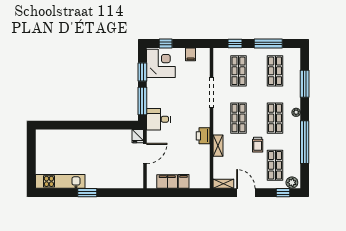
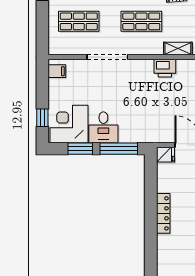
window: (235, 43) -> (42, 26), removed
filing cabinet: (191, 54) -> (57, 71), moved
desk: (158, 119) -> (103, 127), moved
locker: (94, 134) -> (163, 213), added

